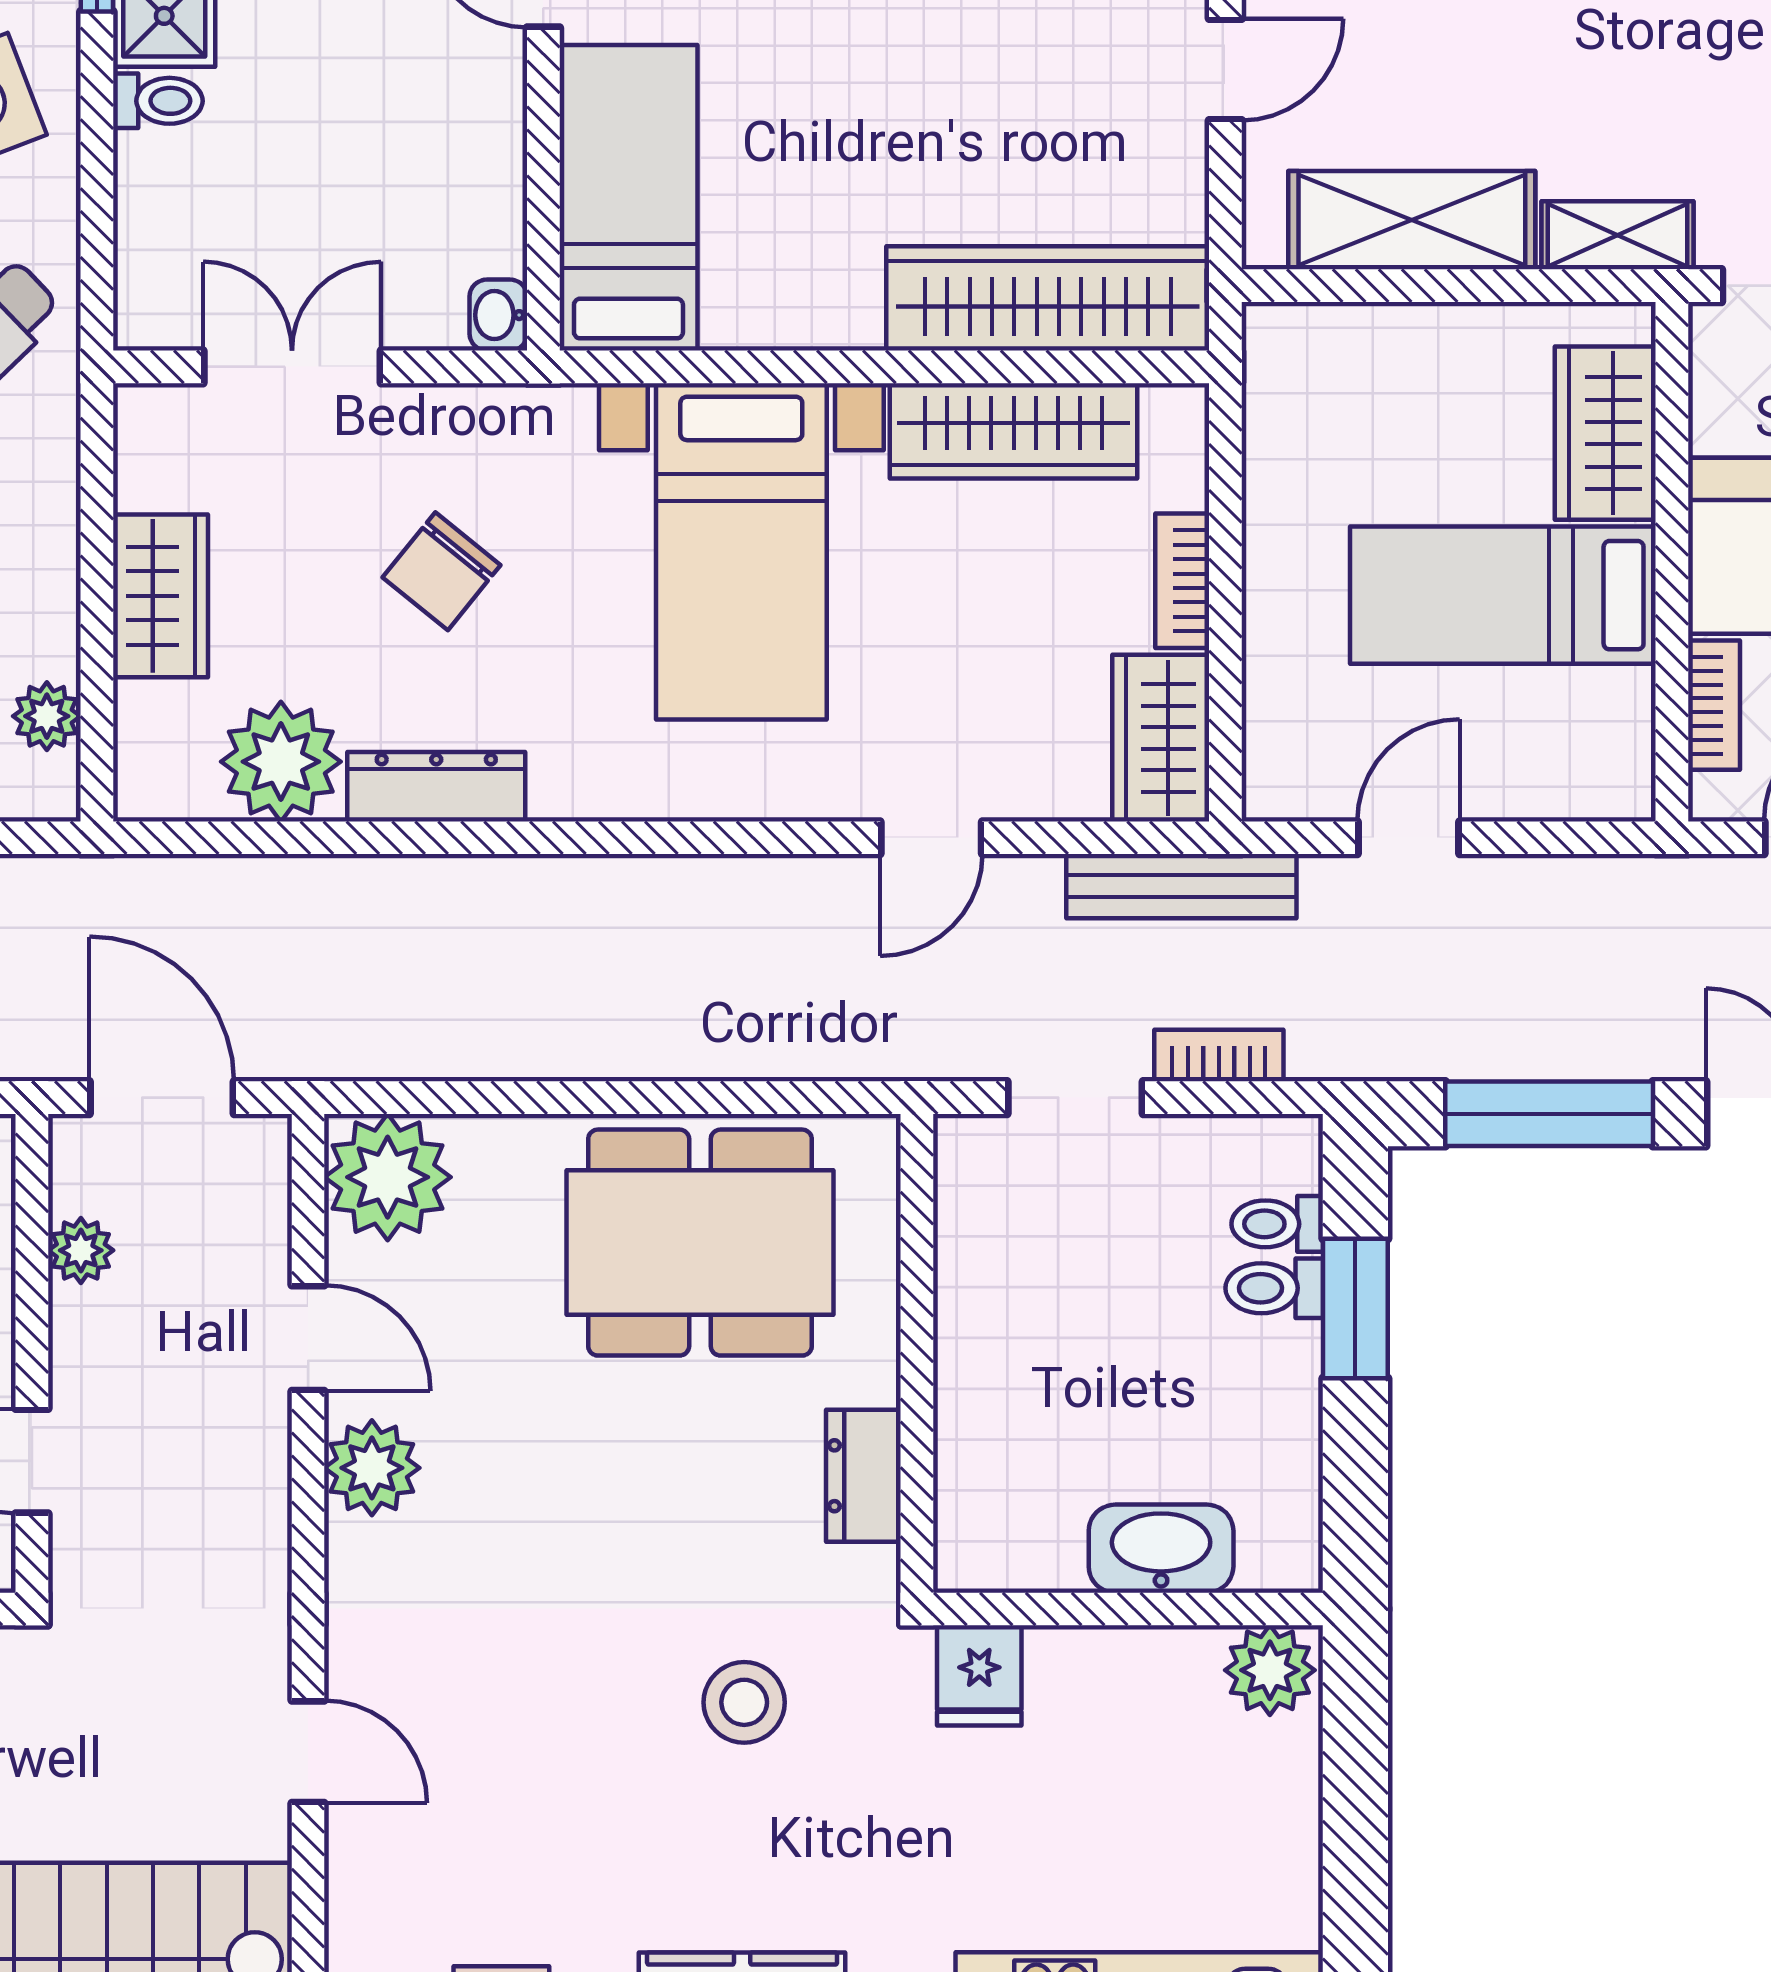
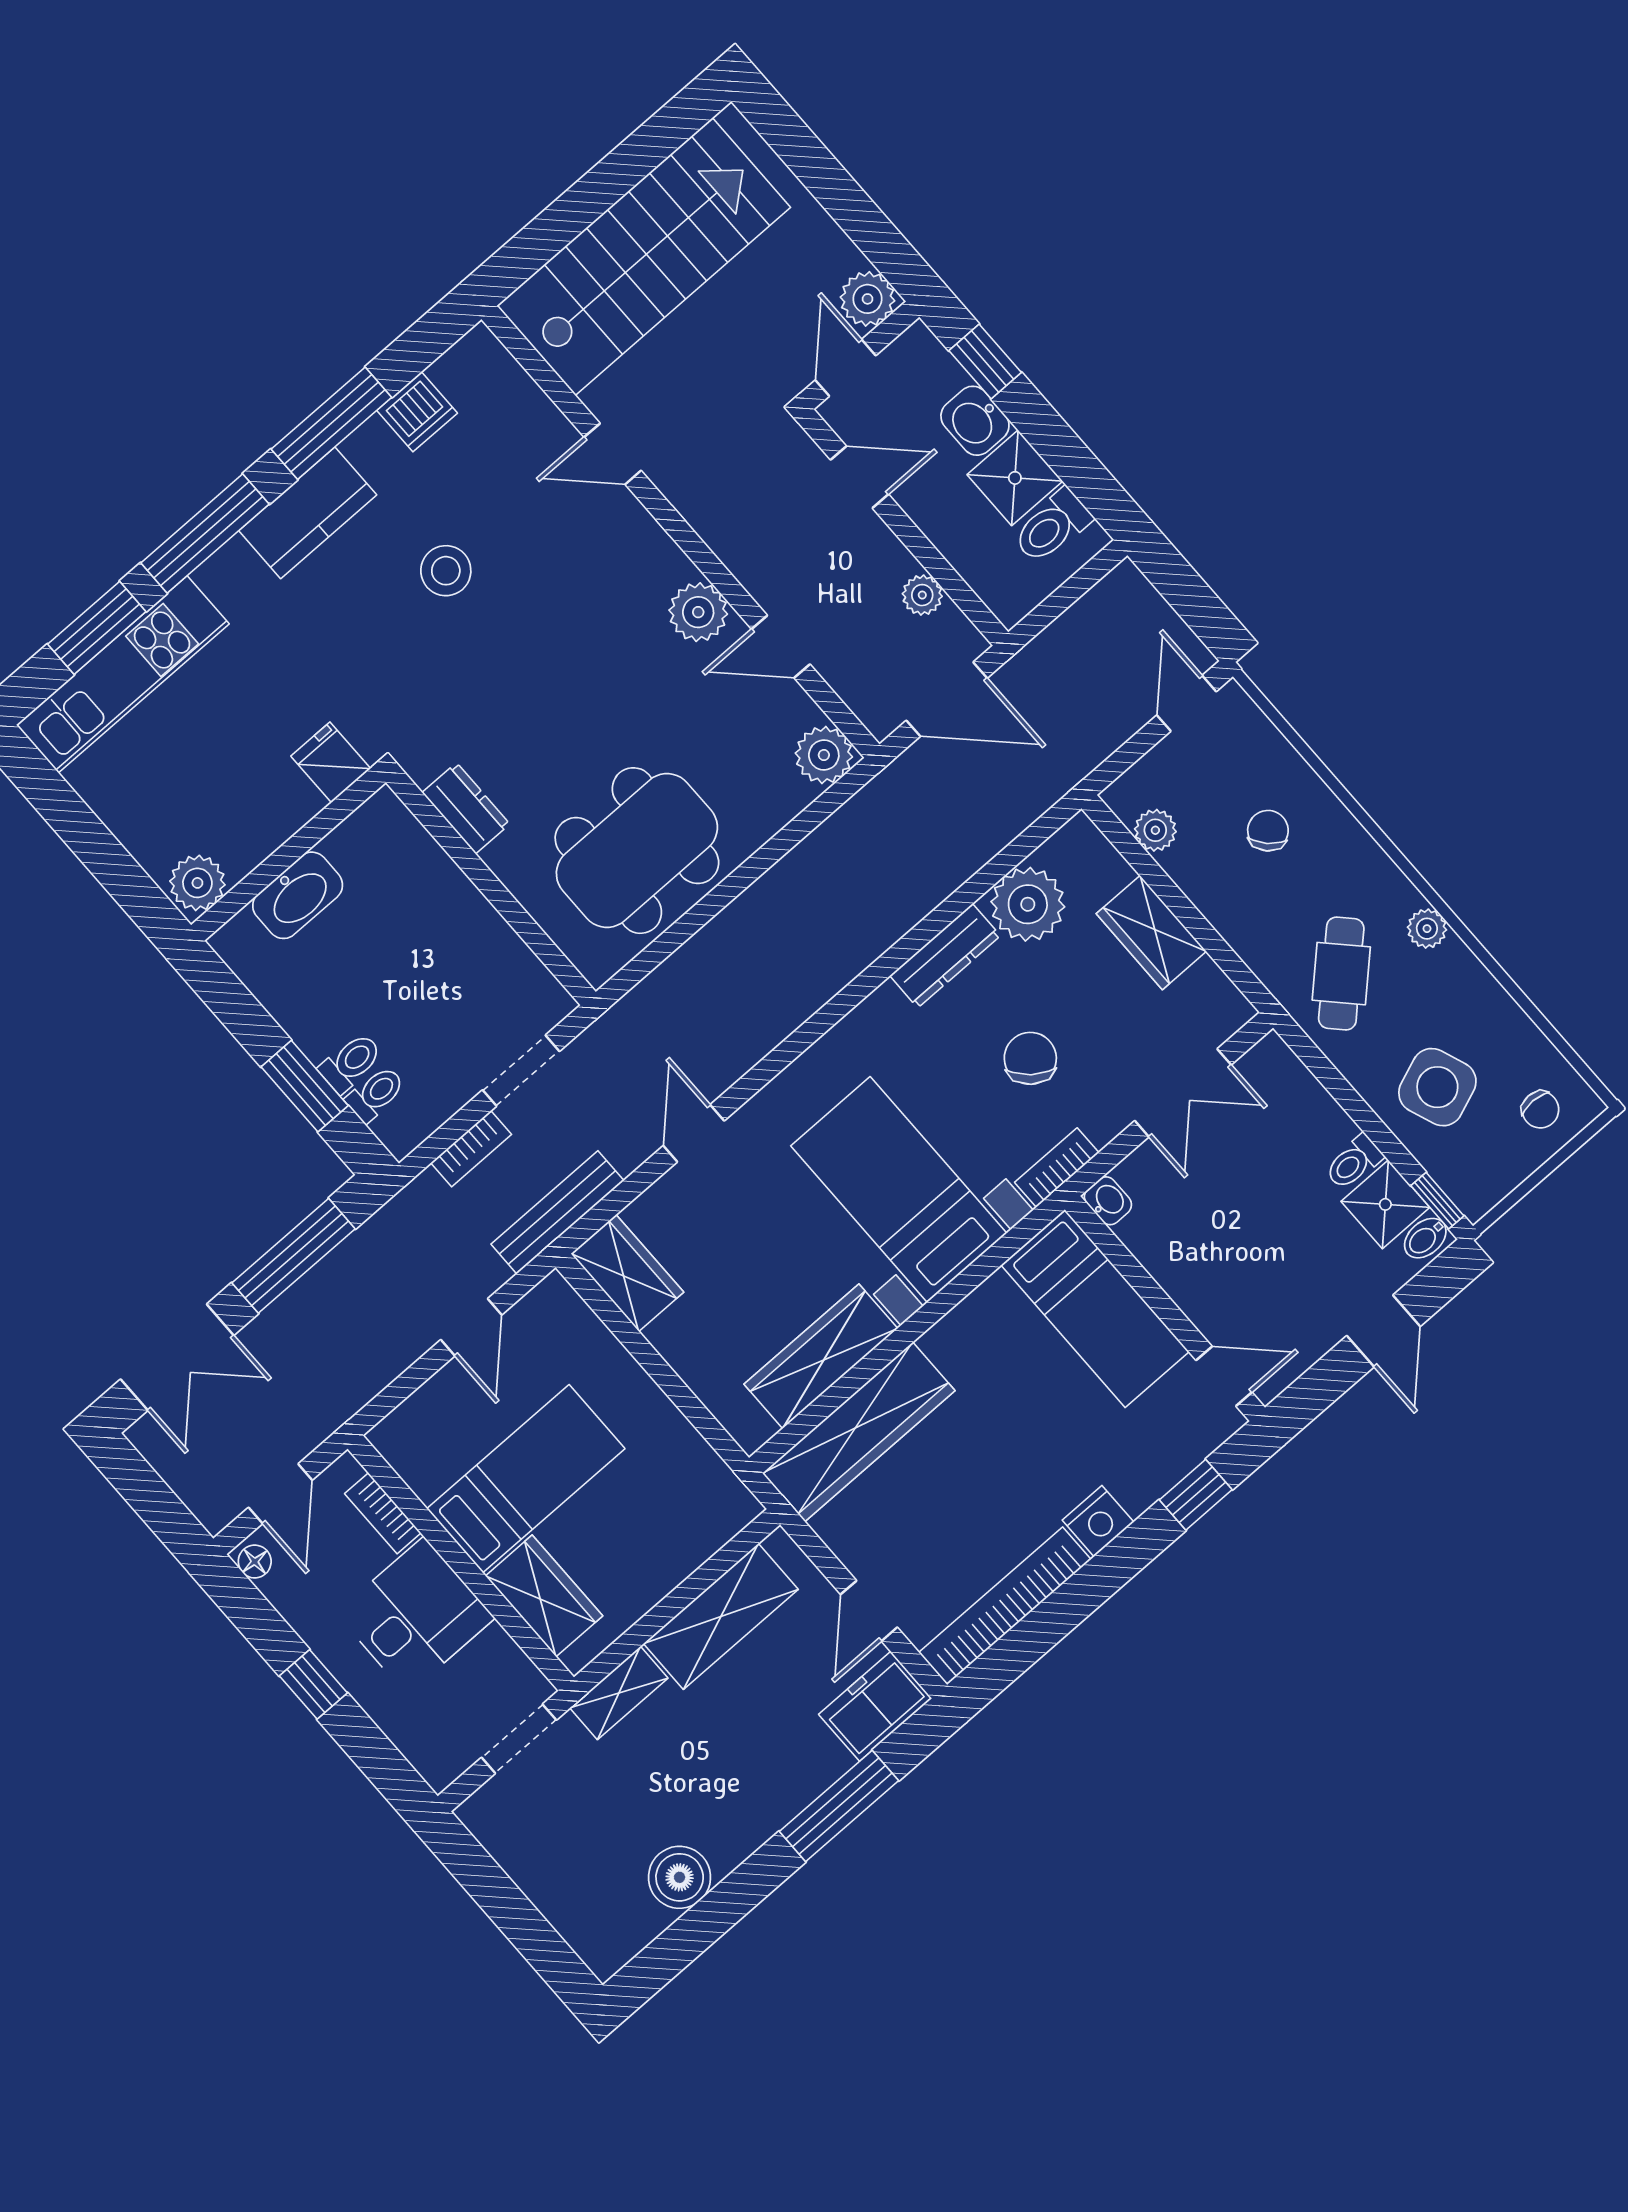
bookcase: (1182, 581) -> (1057, 1168), moved, turned -90
plant: (388, 1177) -> (824, 755), width x0.73, depth x0.73
stool: (744, 1702) -> (446, 571), moved

